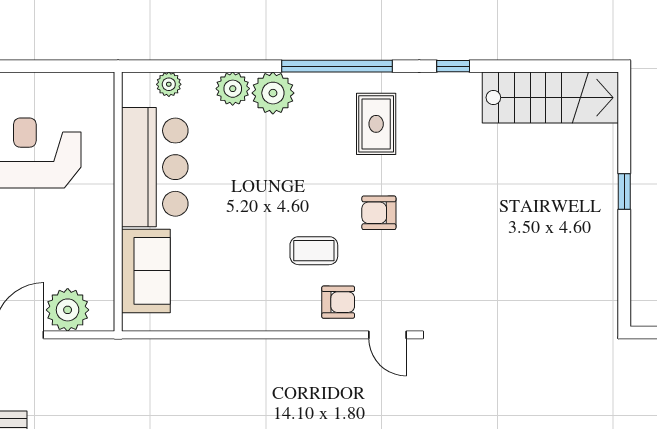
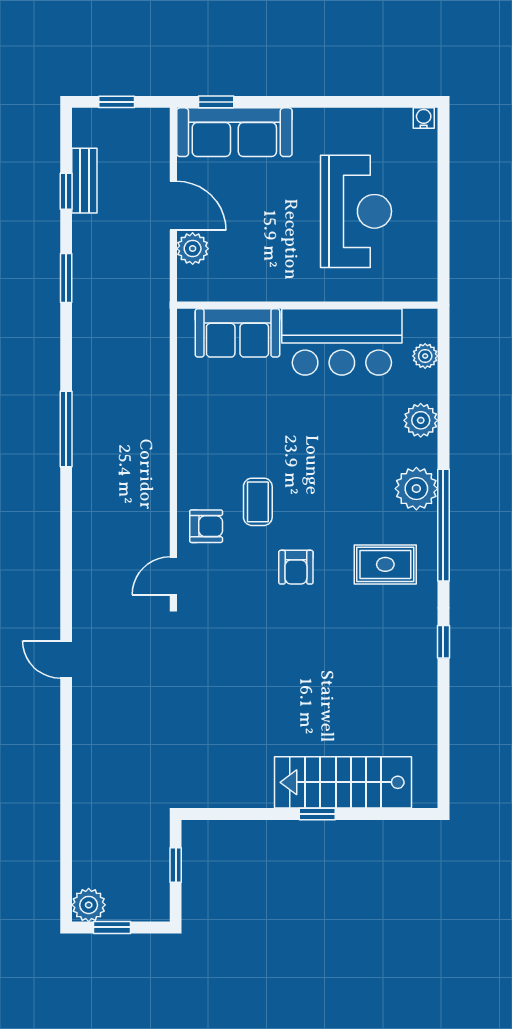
plant: (273, 93) -> (416, 489), moved
stairs: (550, 98) -> (343, 782), moved, turned 90
armchair: (379, 213) -> (296, 567), turned 180
armchair: (338, 302) -> (206, 526), turned -90
plant: (68, 310) -> (193, 249), width x0.73, depth x0.73

